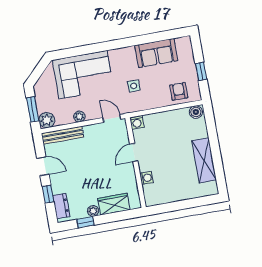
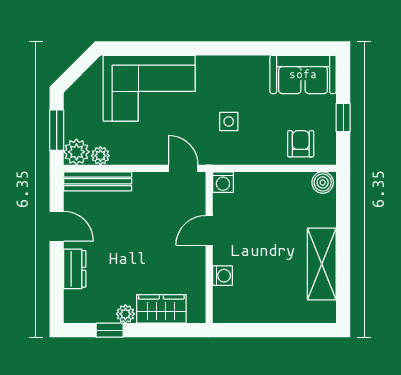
sofa: (156, 53) -> (303, 74), moved
plant: (79, 117) -> (100, 156), moved
window: (48, 194) -> (57, 273), removed
dresser: (61, 206) -> (75, 269), moved

